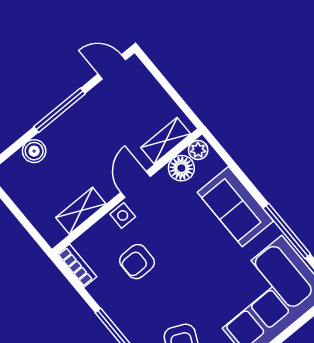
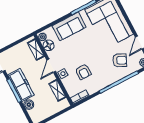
freezer: (76, 123) -> (21, 85), added
door: (135, 185) -> (51, 66), hinge flipped

